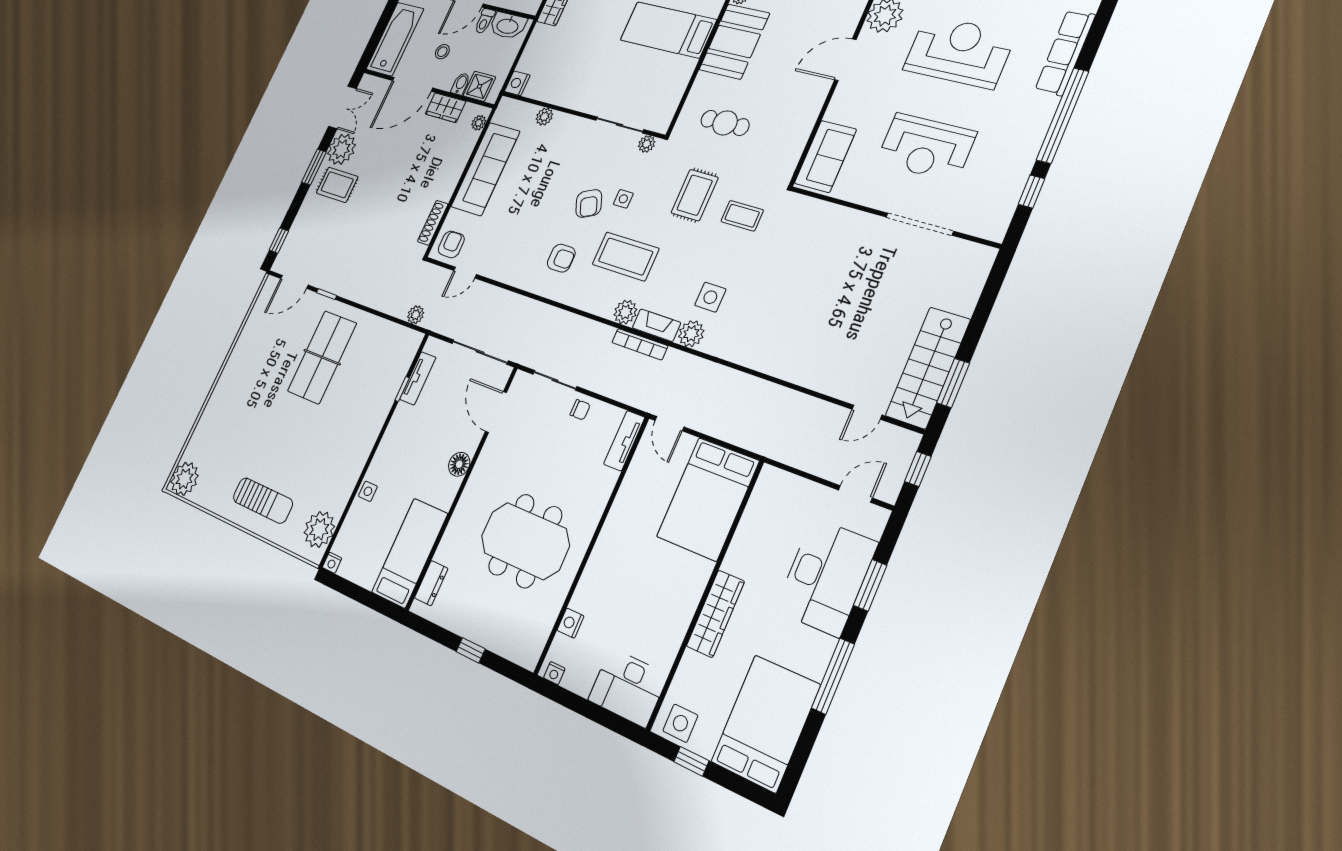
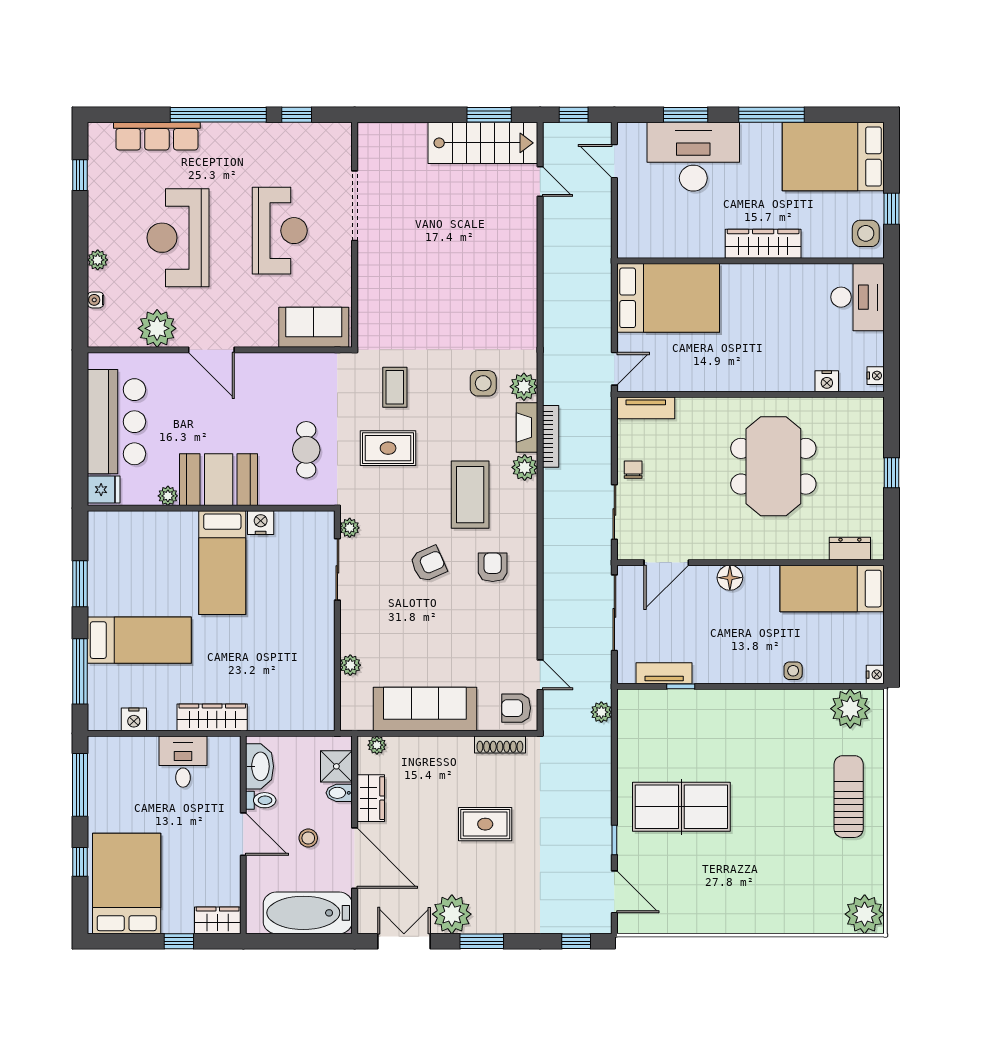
nightstand: (517, 83) -> (261, 523), moved, turned 180
rug: (337, 185) -> (485, 824), moved, turned 90
side table: (623, 199) -> (413, 526), removed

